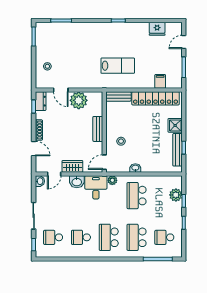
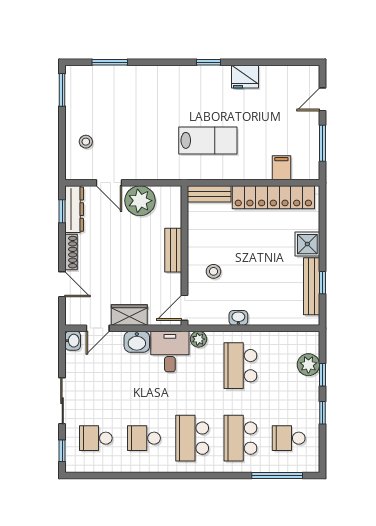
fridge: (157, 29) -> (245, 77), moved
dresser: (41, 101) -> (74, 209), width x1.44

